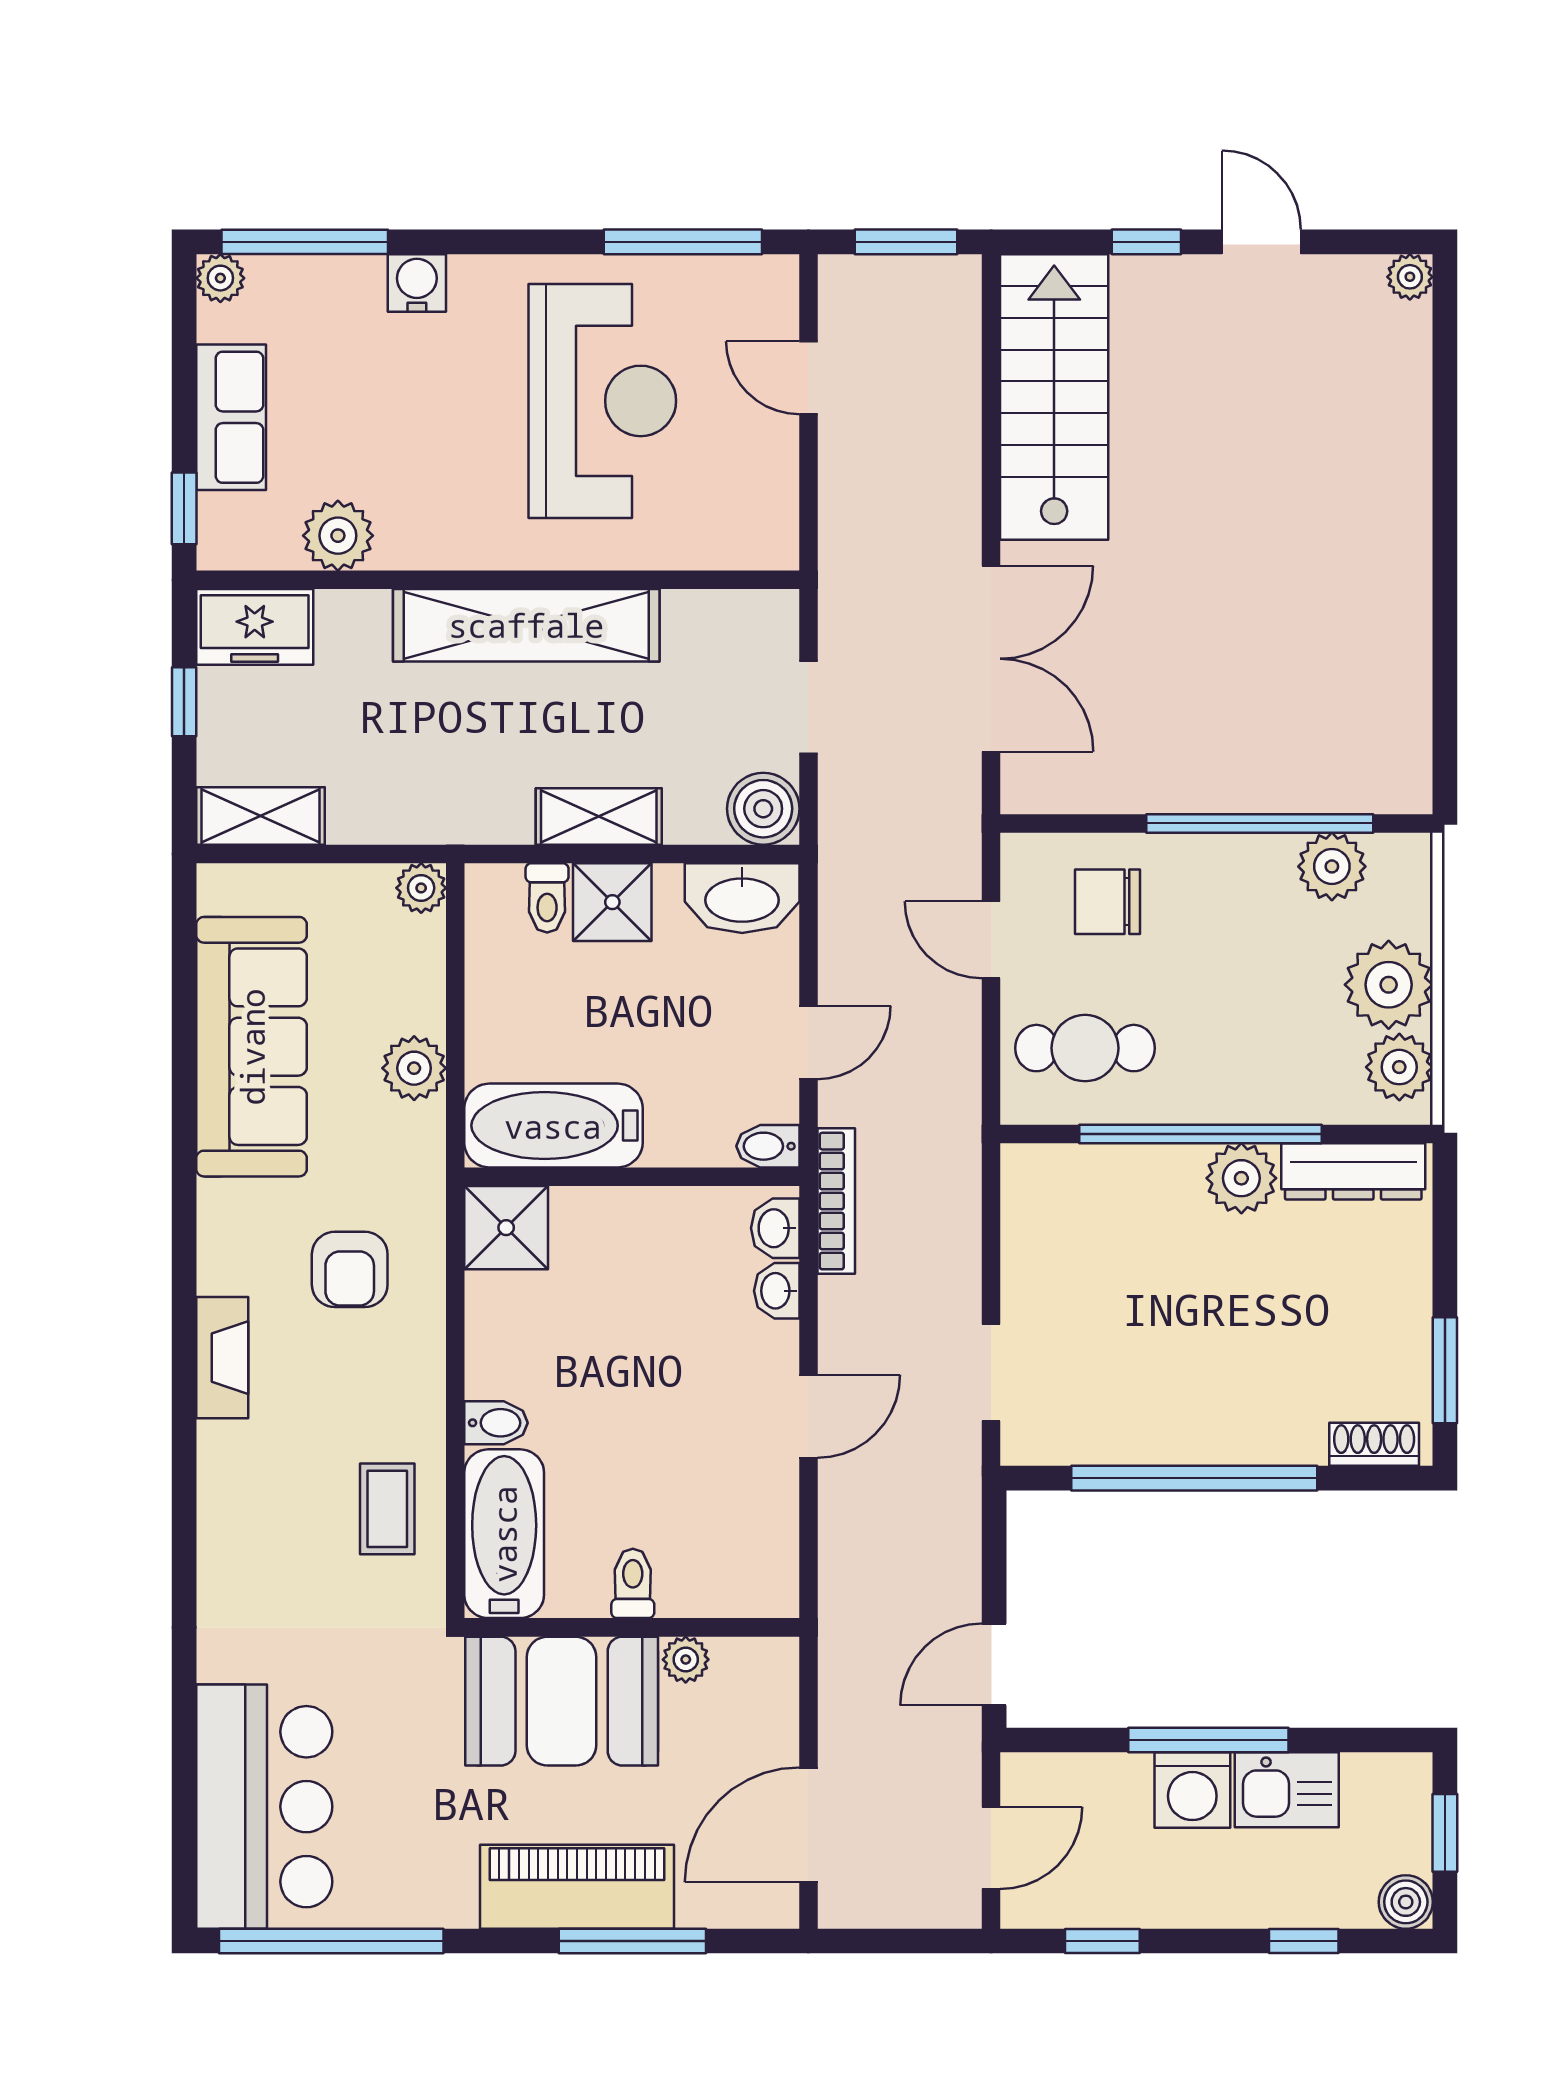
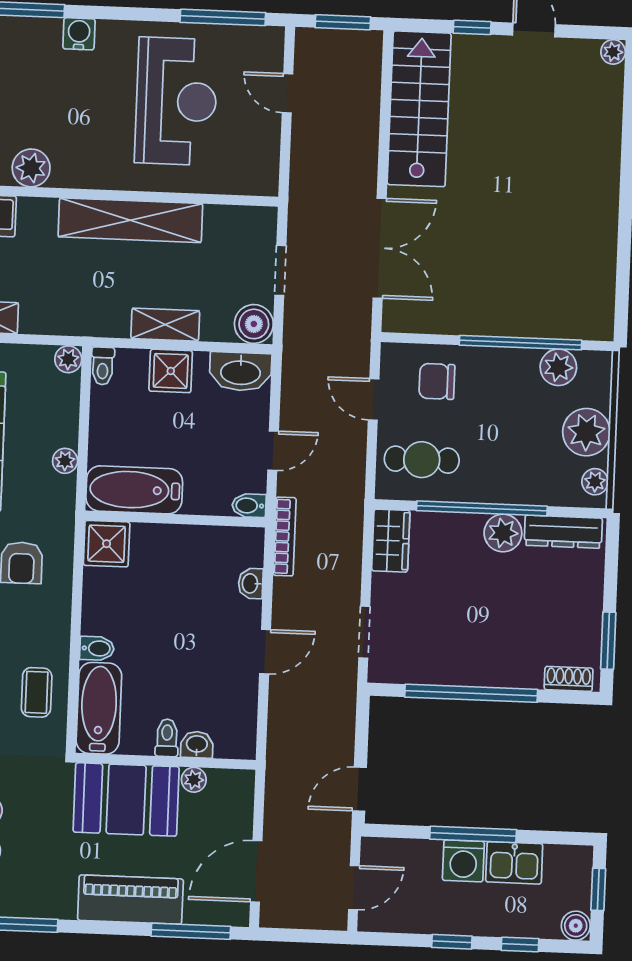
toilet: (547, 898) -> (103, 366), moved
plant: (1399, 1067) -> (595, 482), width x0.73, depth x0.73
plant: (414, 1068) -> (65, 461), width x0.73, depth x0.73
wardrobe: (1034, 1201) -> (391, 541), added
washbasin: (775, 1228) -> (197, 745), moved, turned 90
window: (632, 1941) -> (191, 931), moved
window: (1102, 1941) -> (452, 942), moved

